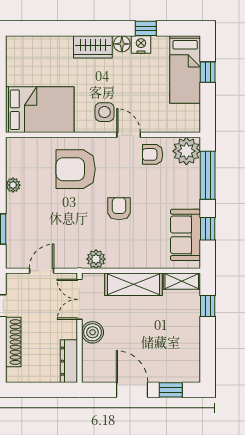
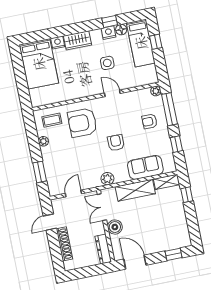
nightstand: (63, 44) -> (58, 43), added
floor lamp: (122, 44) -> (121, 30), moved
bed: (40, 110) -> (39, 64), moved, turned 90
side table: (104, 112) -> (107, 63), moved
plant: (186, 151) -> (156, 91), width x0.53, depth x0.53
armchair: (153, 154) -> (150, 121), moved
coffee table: (32, 157) -> (52, 120), added
sofa: (186, 235) -> (145, 167), moved, turned 90
door: (132, 390) -> (135, 262), moved

